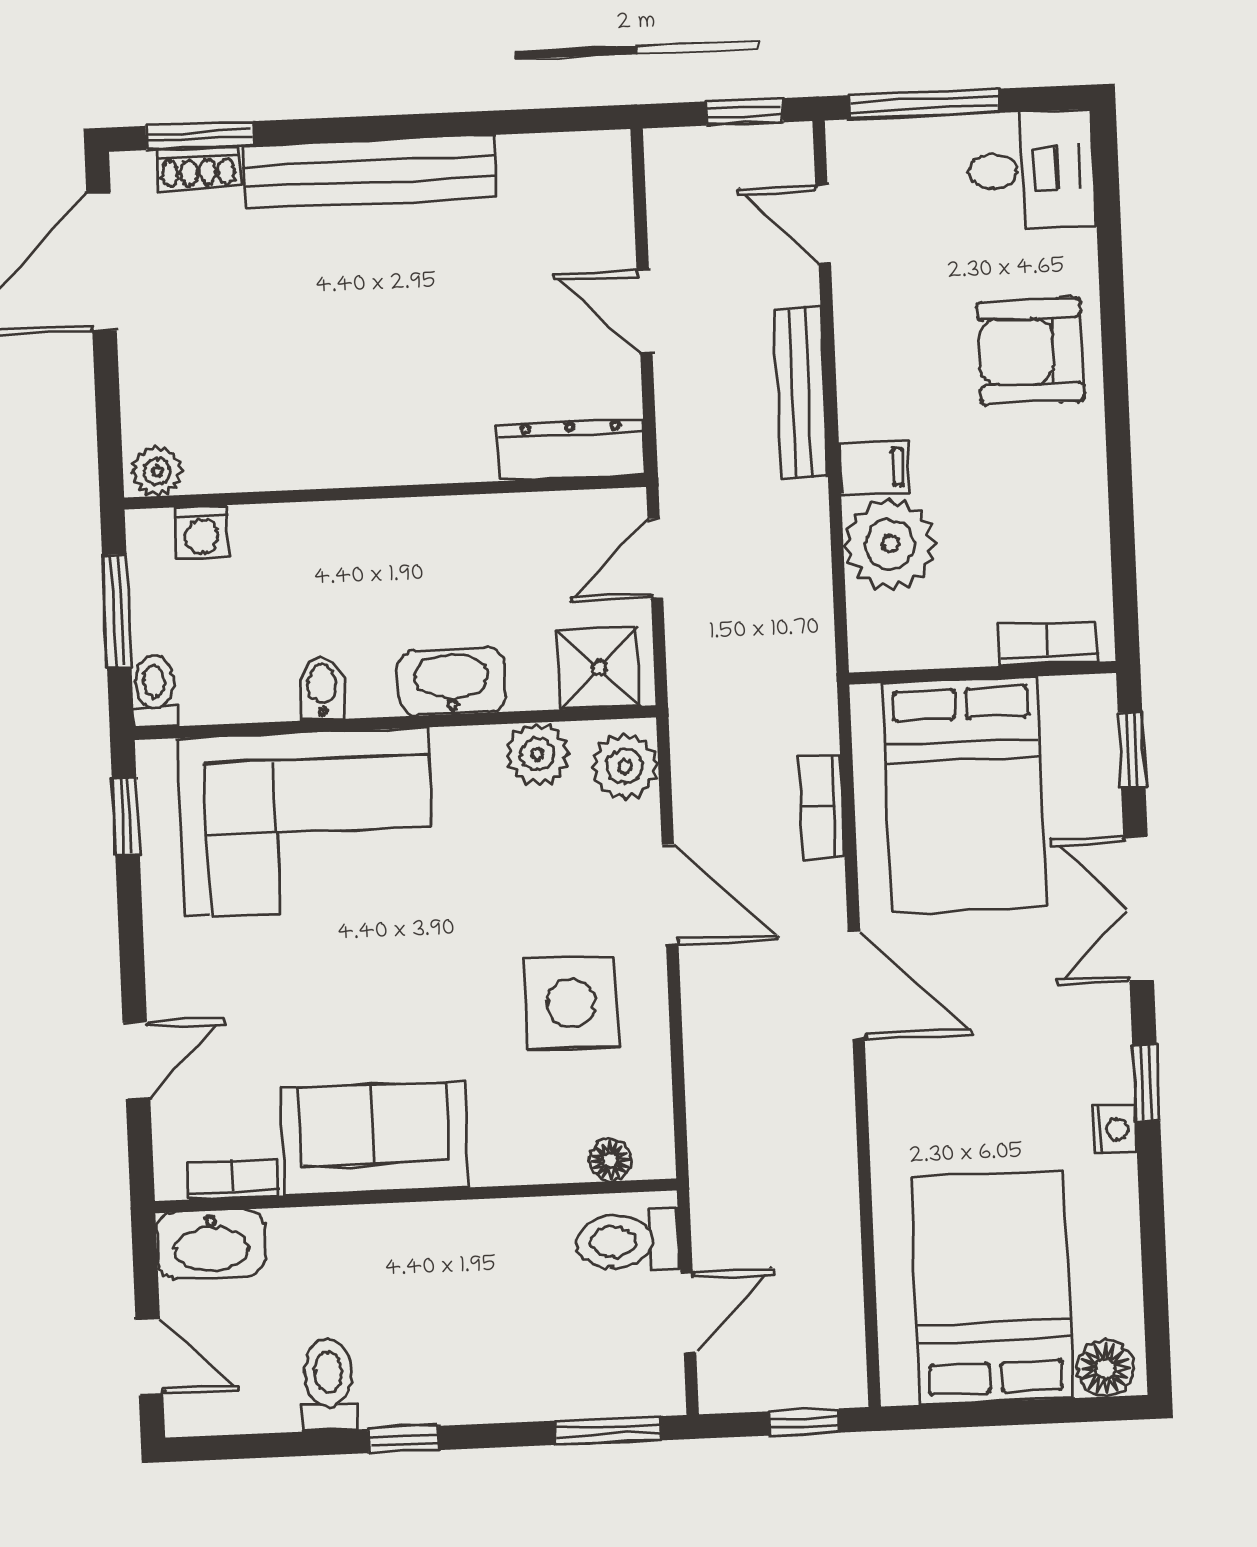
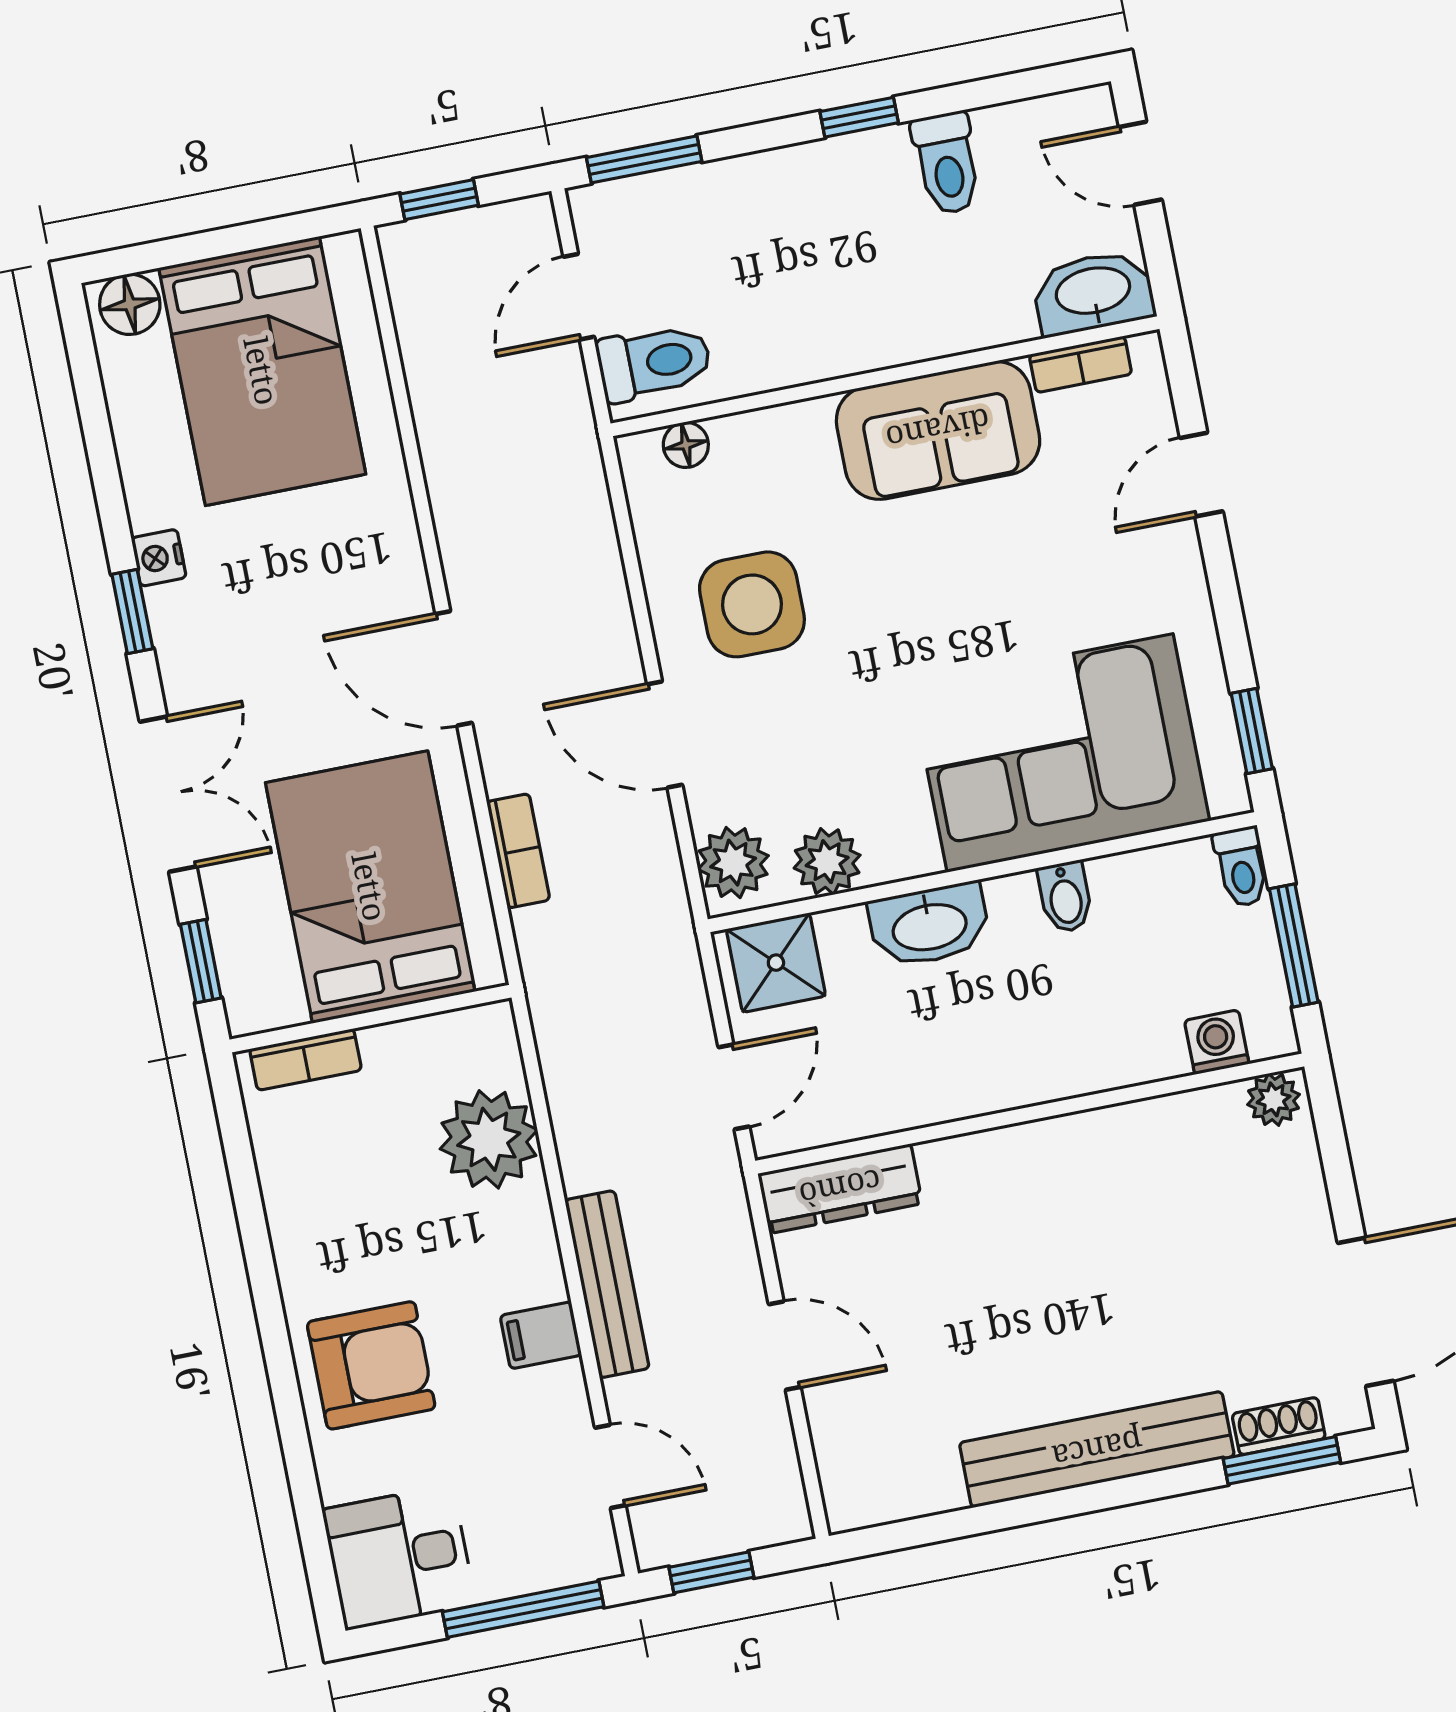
filing cabinet: (874, 468) -> (541, 1335), moved

